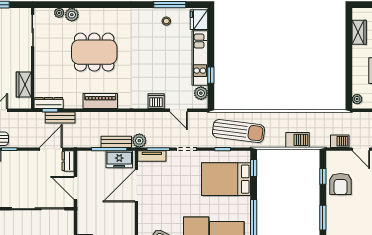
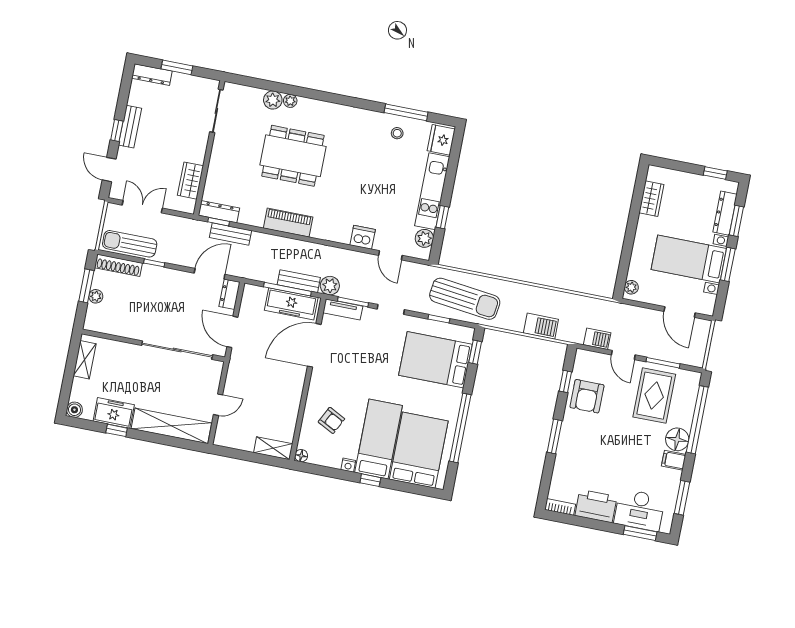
plant: (59, 13) -> (290, 101), moved
freezer: (119, 159) -> (291, 304), width x1.40

